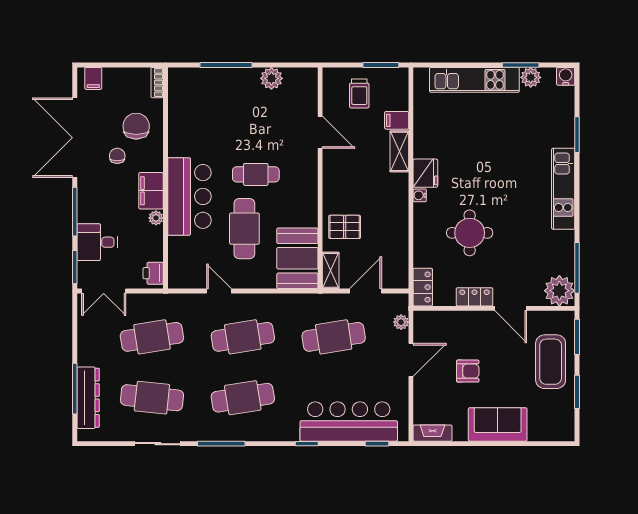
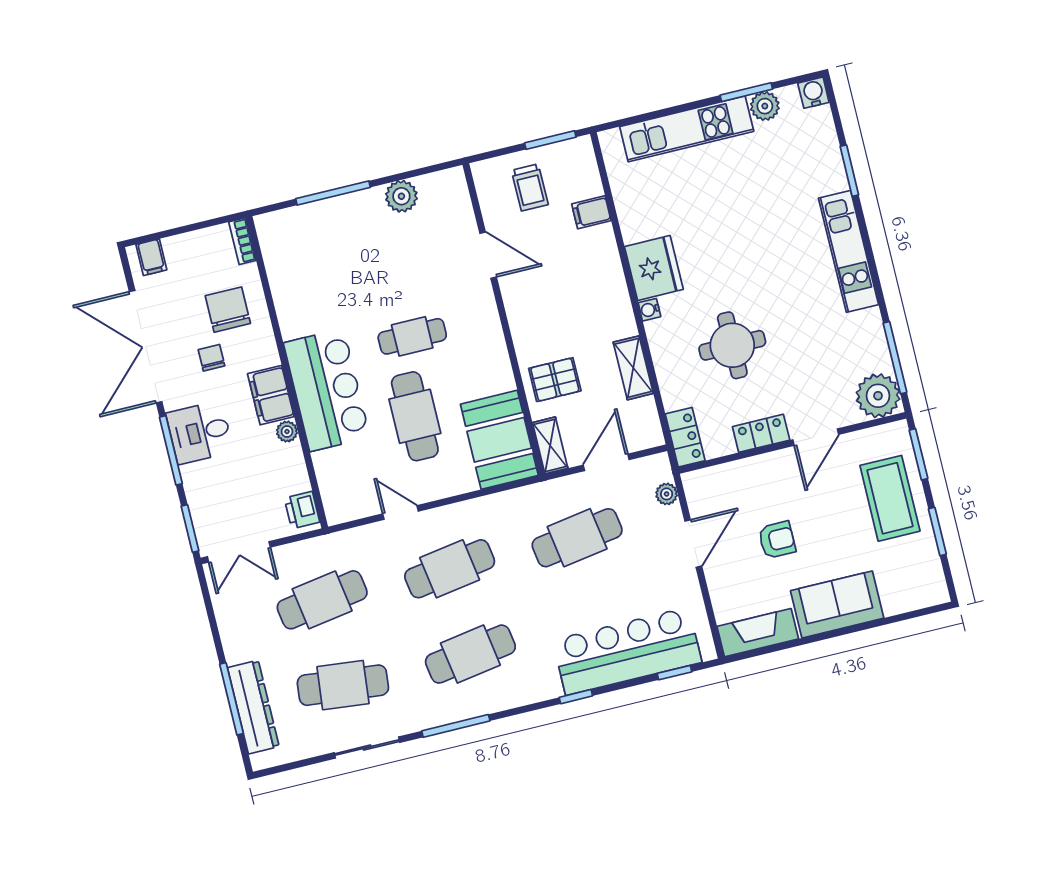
shelving: (399, 151) -> (633, 368), moved
fridge: (425, 173) -> (654, 268), width x1.36, depth x1.34
desk: (97, 242) -> (200, 432), moved
door: (511, 308) -> (816, 437), hinge flipped
fireplace: (432, 433) -> (758, 633), width x1.37, depth x1.32

